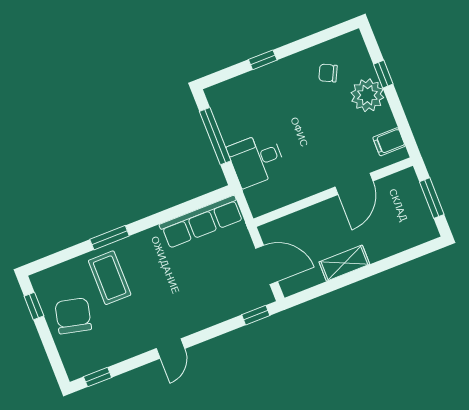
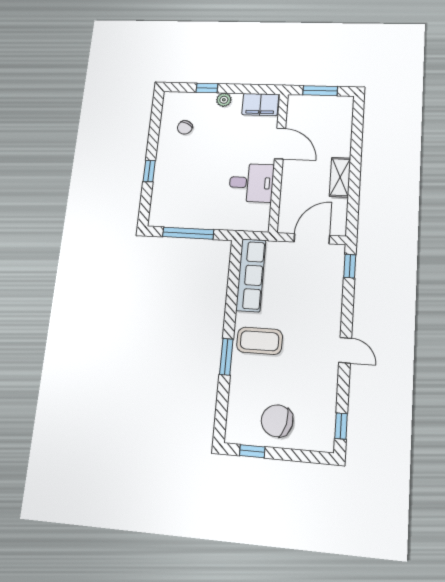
plant: (367, 95) -> (224, 100), width x0.53, depth x0.53
filing cabinet: (389, 142) -> (260, 104), width x2.00
desk: (257, 160) -> (251, 183), moved, turned -90
coffee table: (110, 278) -> (260, 341), moved

